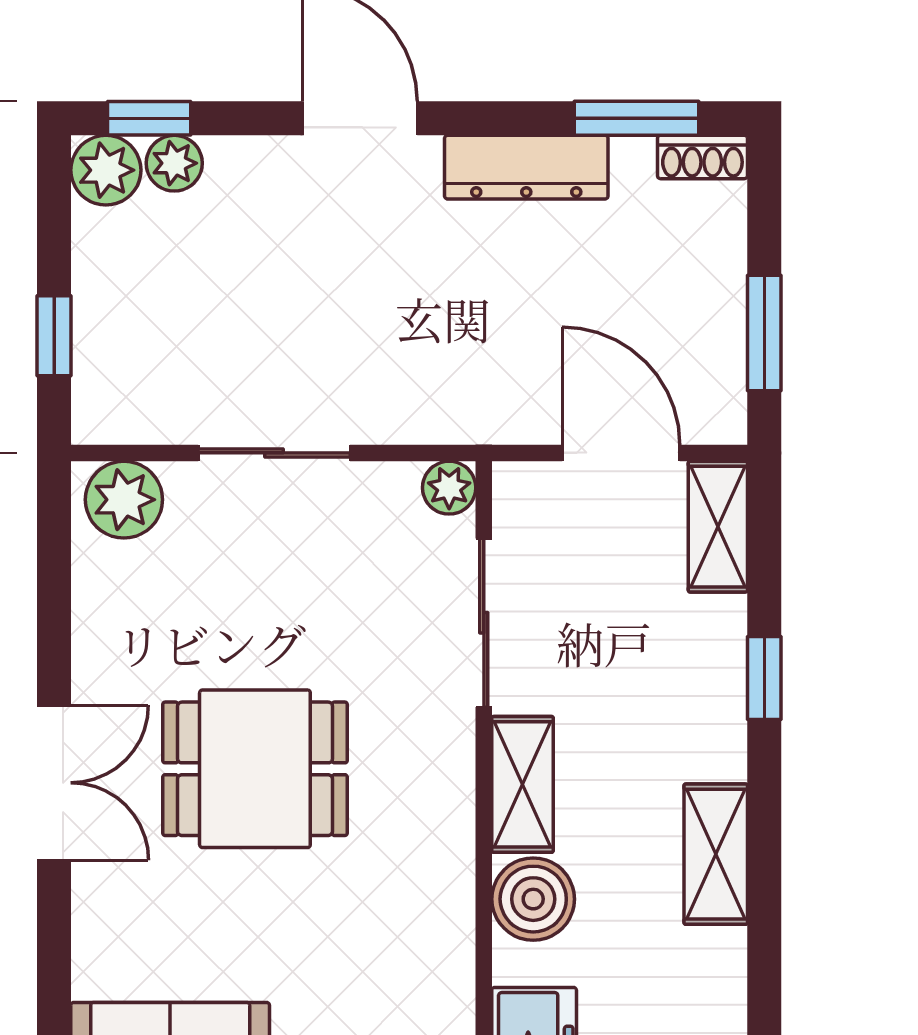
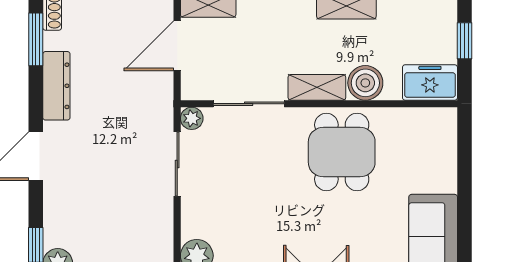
plant: (174, 163) -> (55, 234), removed
sliding door: (274, 453) -> (177, 164), moved
dining table: (255, 769) -> (342, 152), moved

